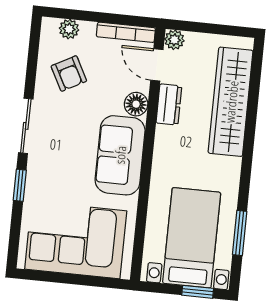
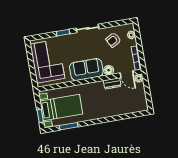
door: (157, 65) -> (127, 74), swing flipped
wardrobe: (231, 102) -> (120, 108), removed

